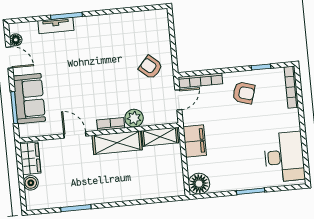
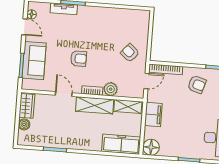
armchair: (86, 86) -> (79, 59), added
freezer: (160, 187) -> (121, 144), added

